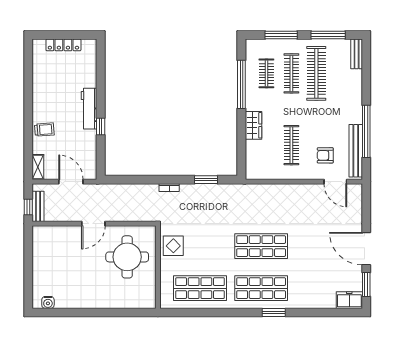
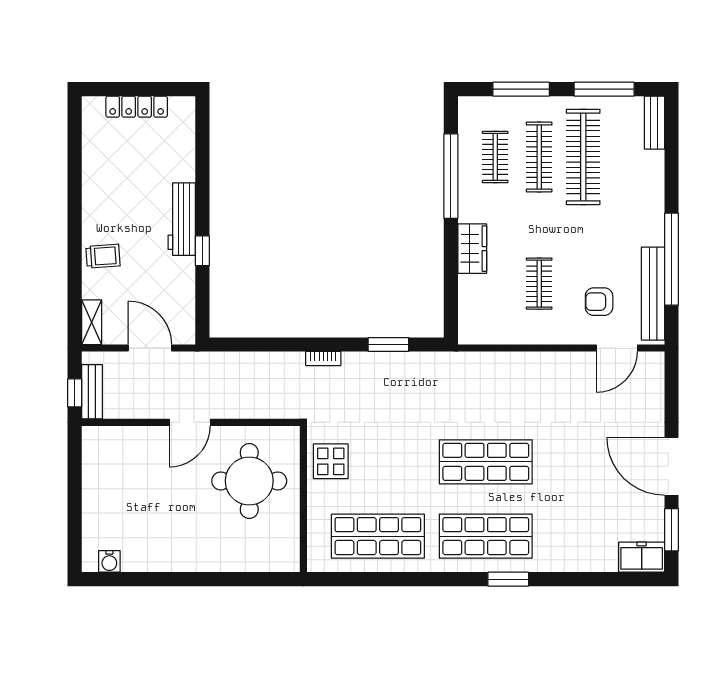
clothes rail: (291, 145) -> (539, 284), width x0.73
door: (335, 182) -> (617, 348), hinge flipped

